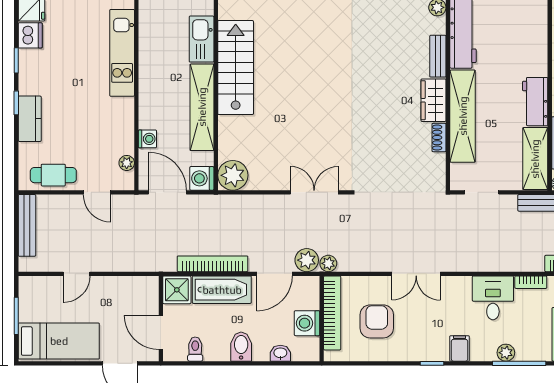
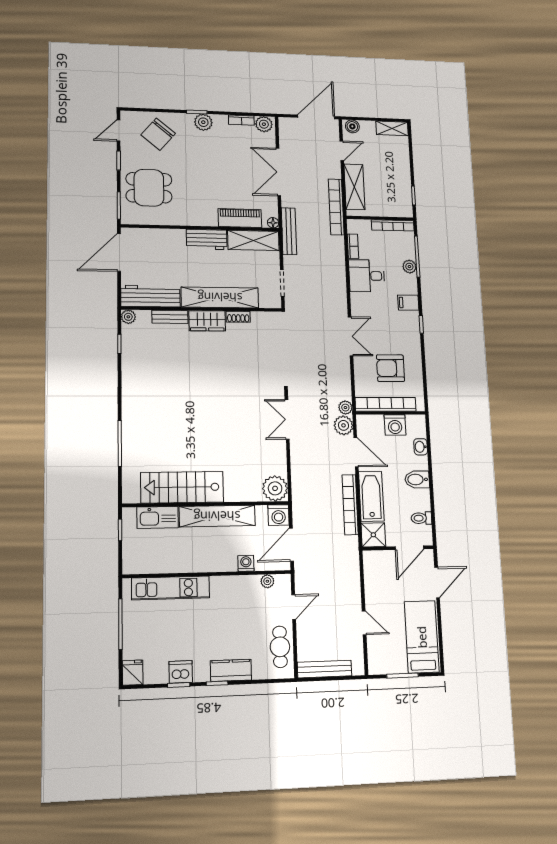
dishwasher: (30, 35) -> (181, 672), moved

